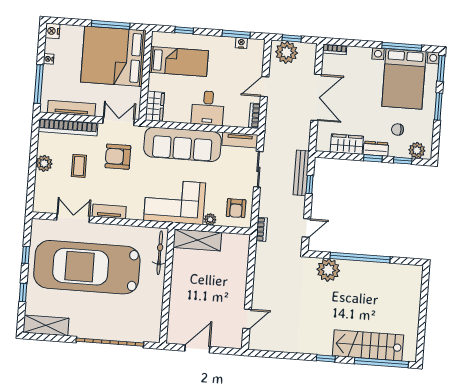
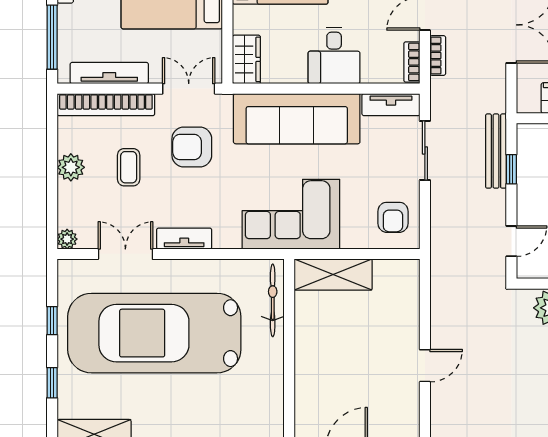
plant: (210, 219) -> (67, 239), moved
bookcase: (262, 229) -> (438, 56), moved
door: (247, 319) -> (425, 366), moved

